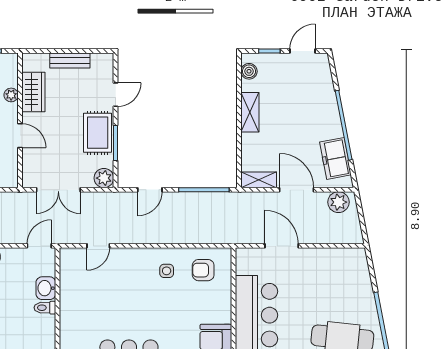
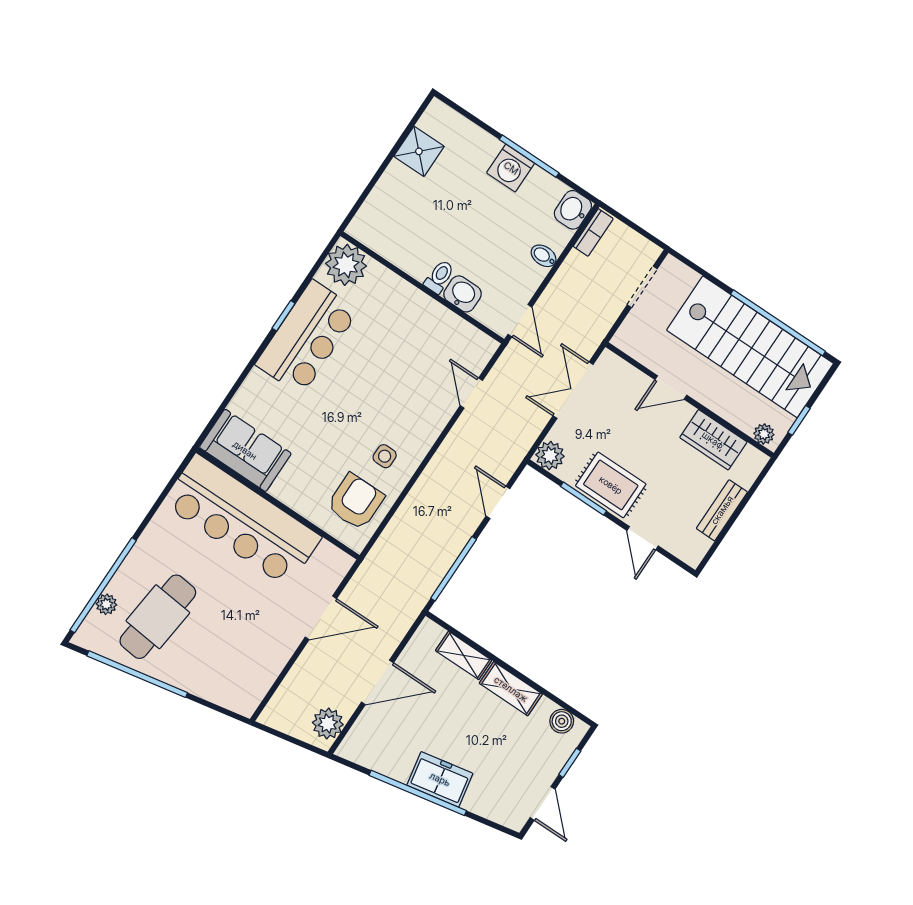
plant: (11, 95) -> (764, 434), moved
freezer: (335, 158) -> (440, 779), moved
shelving: (259, 180) -> (464, 655), moved, turned 90
armchair: (203, 270) -> (355, 502), width x1.38, depth x1.38

